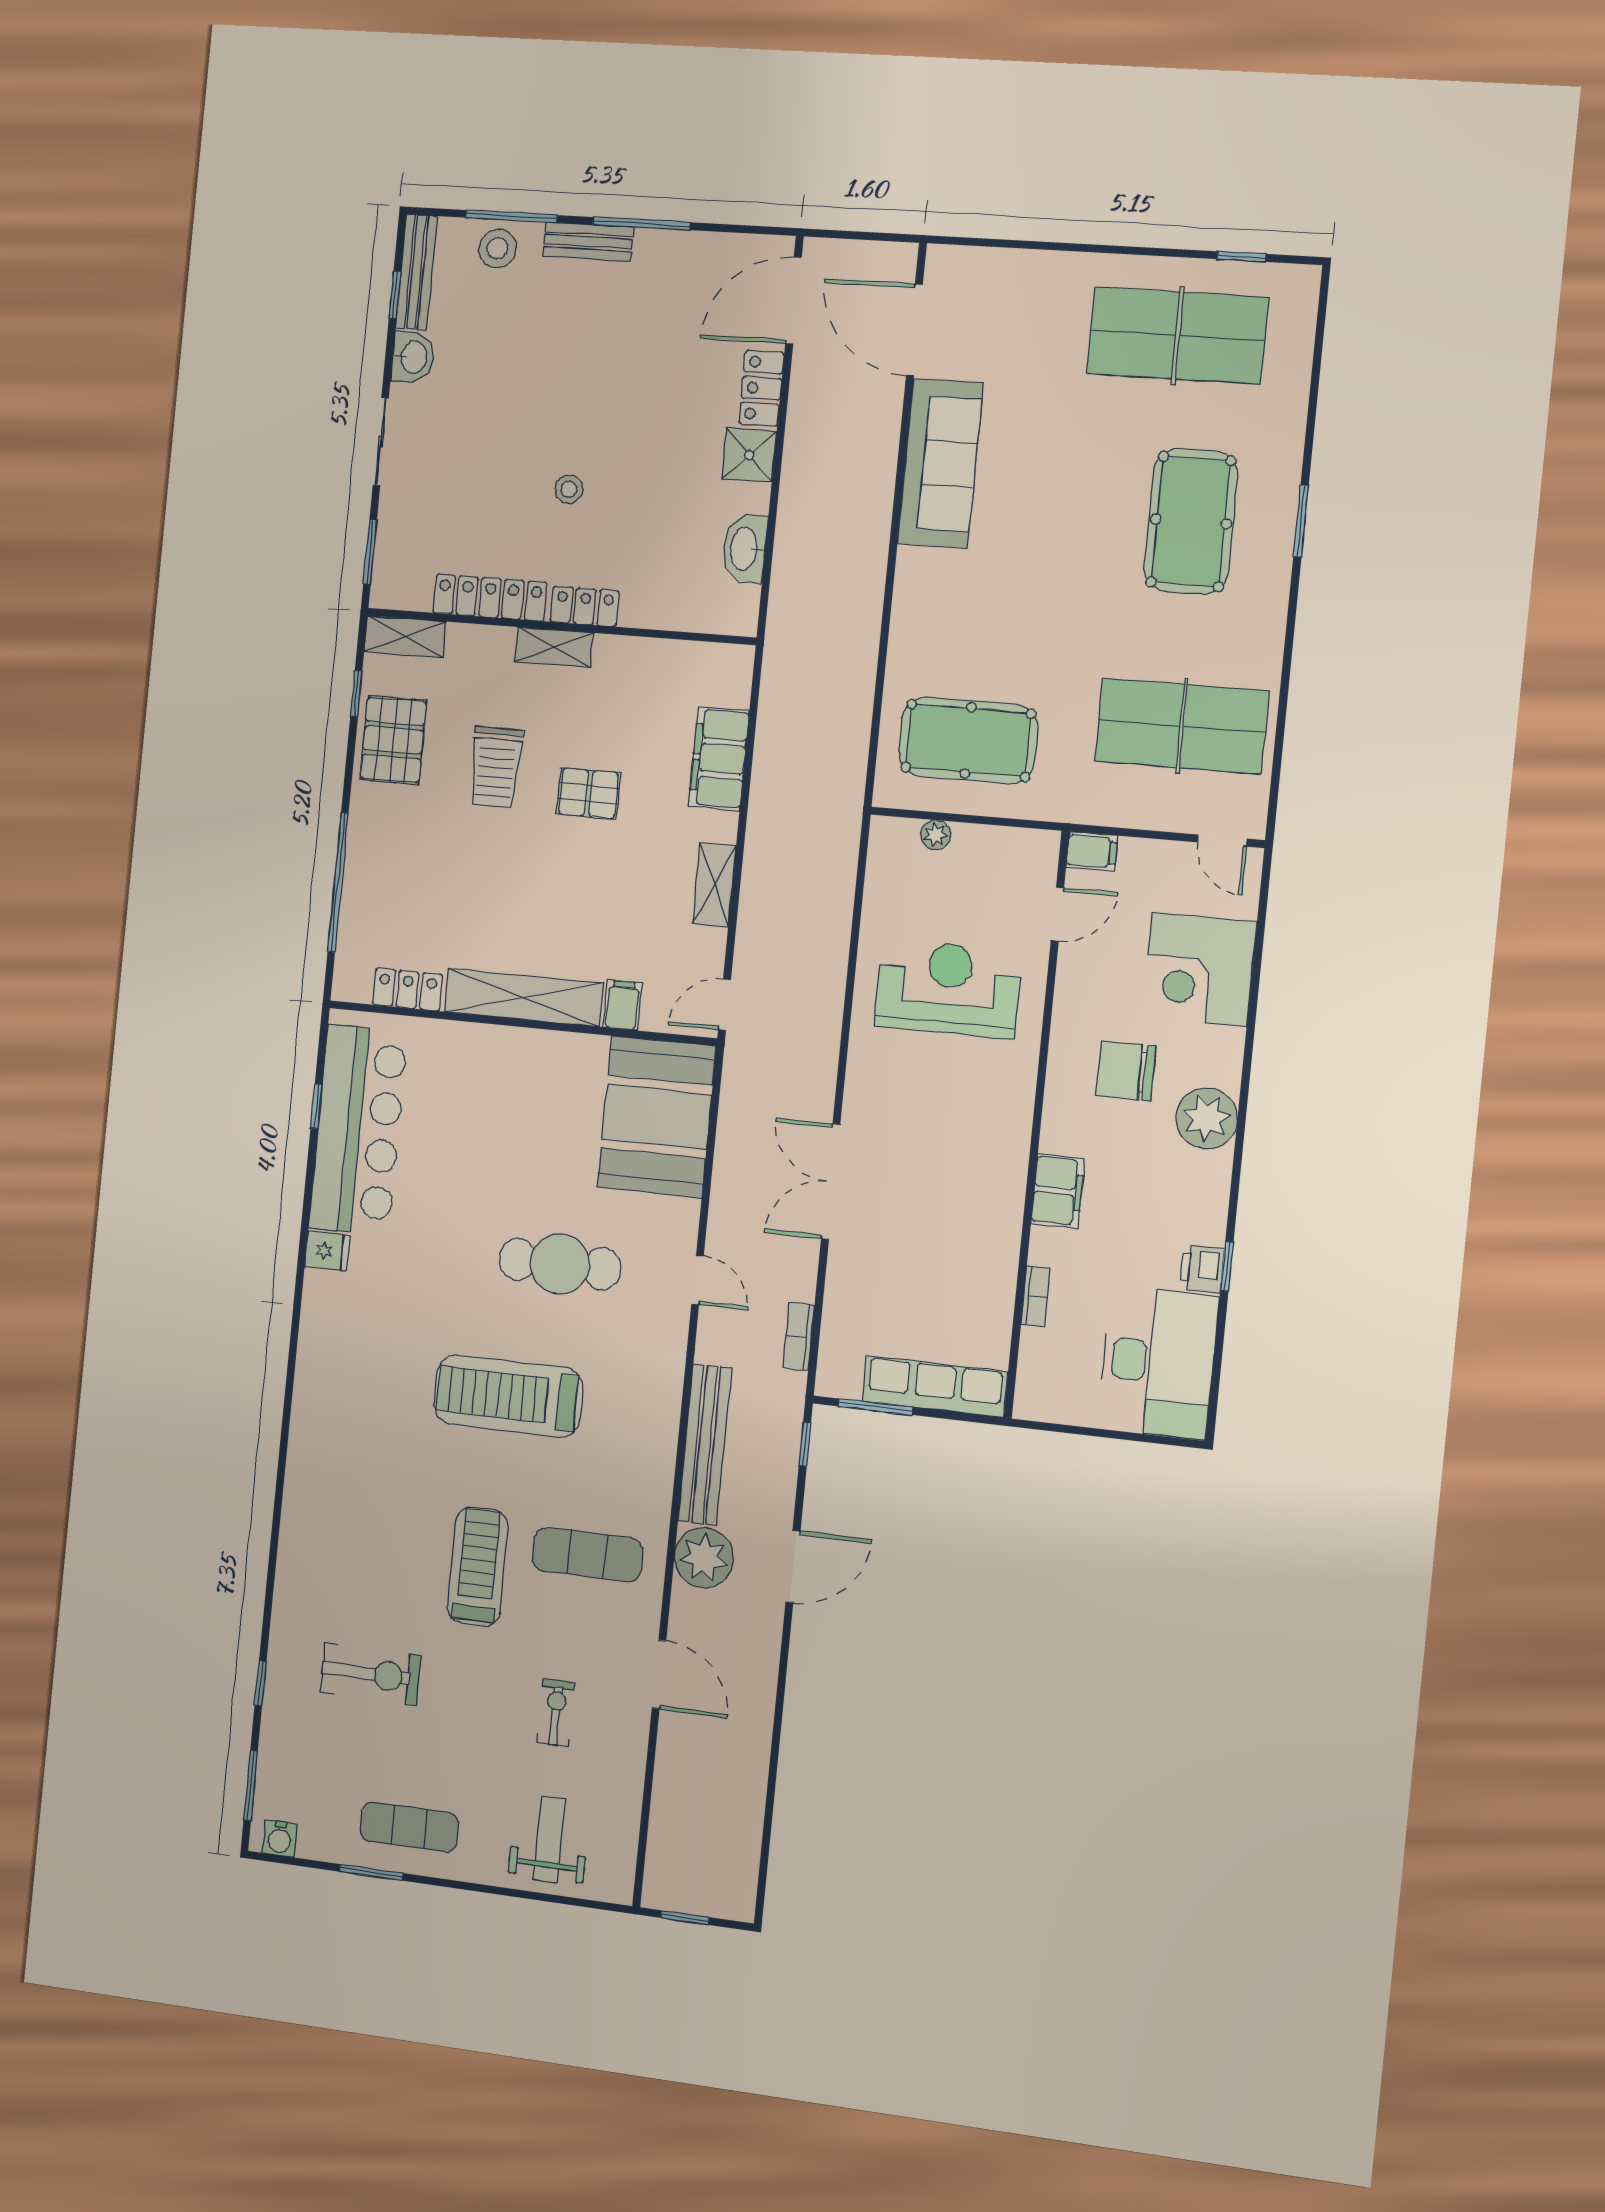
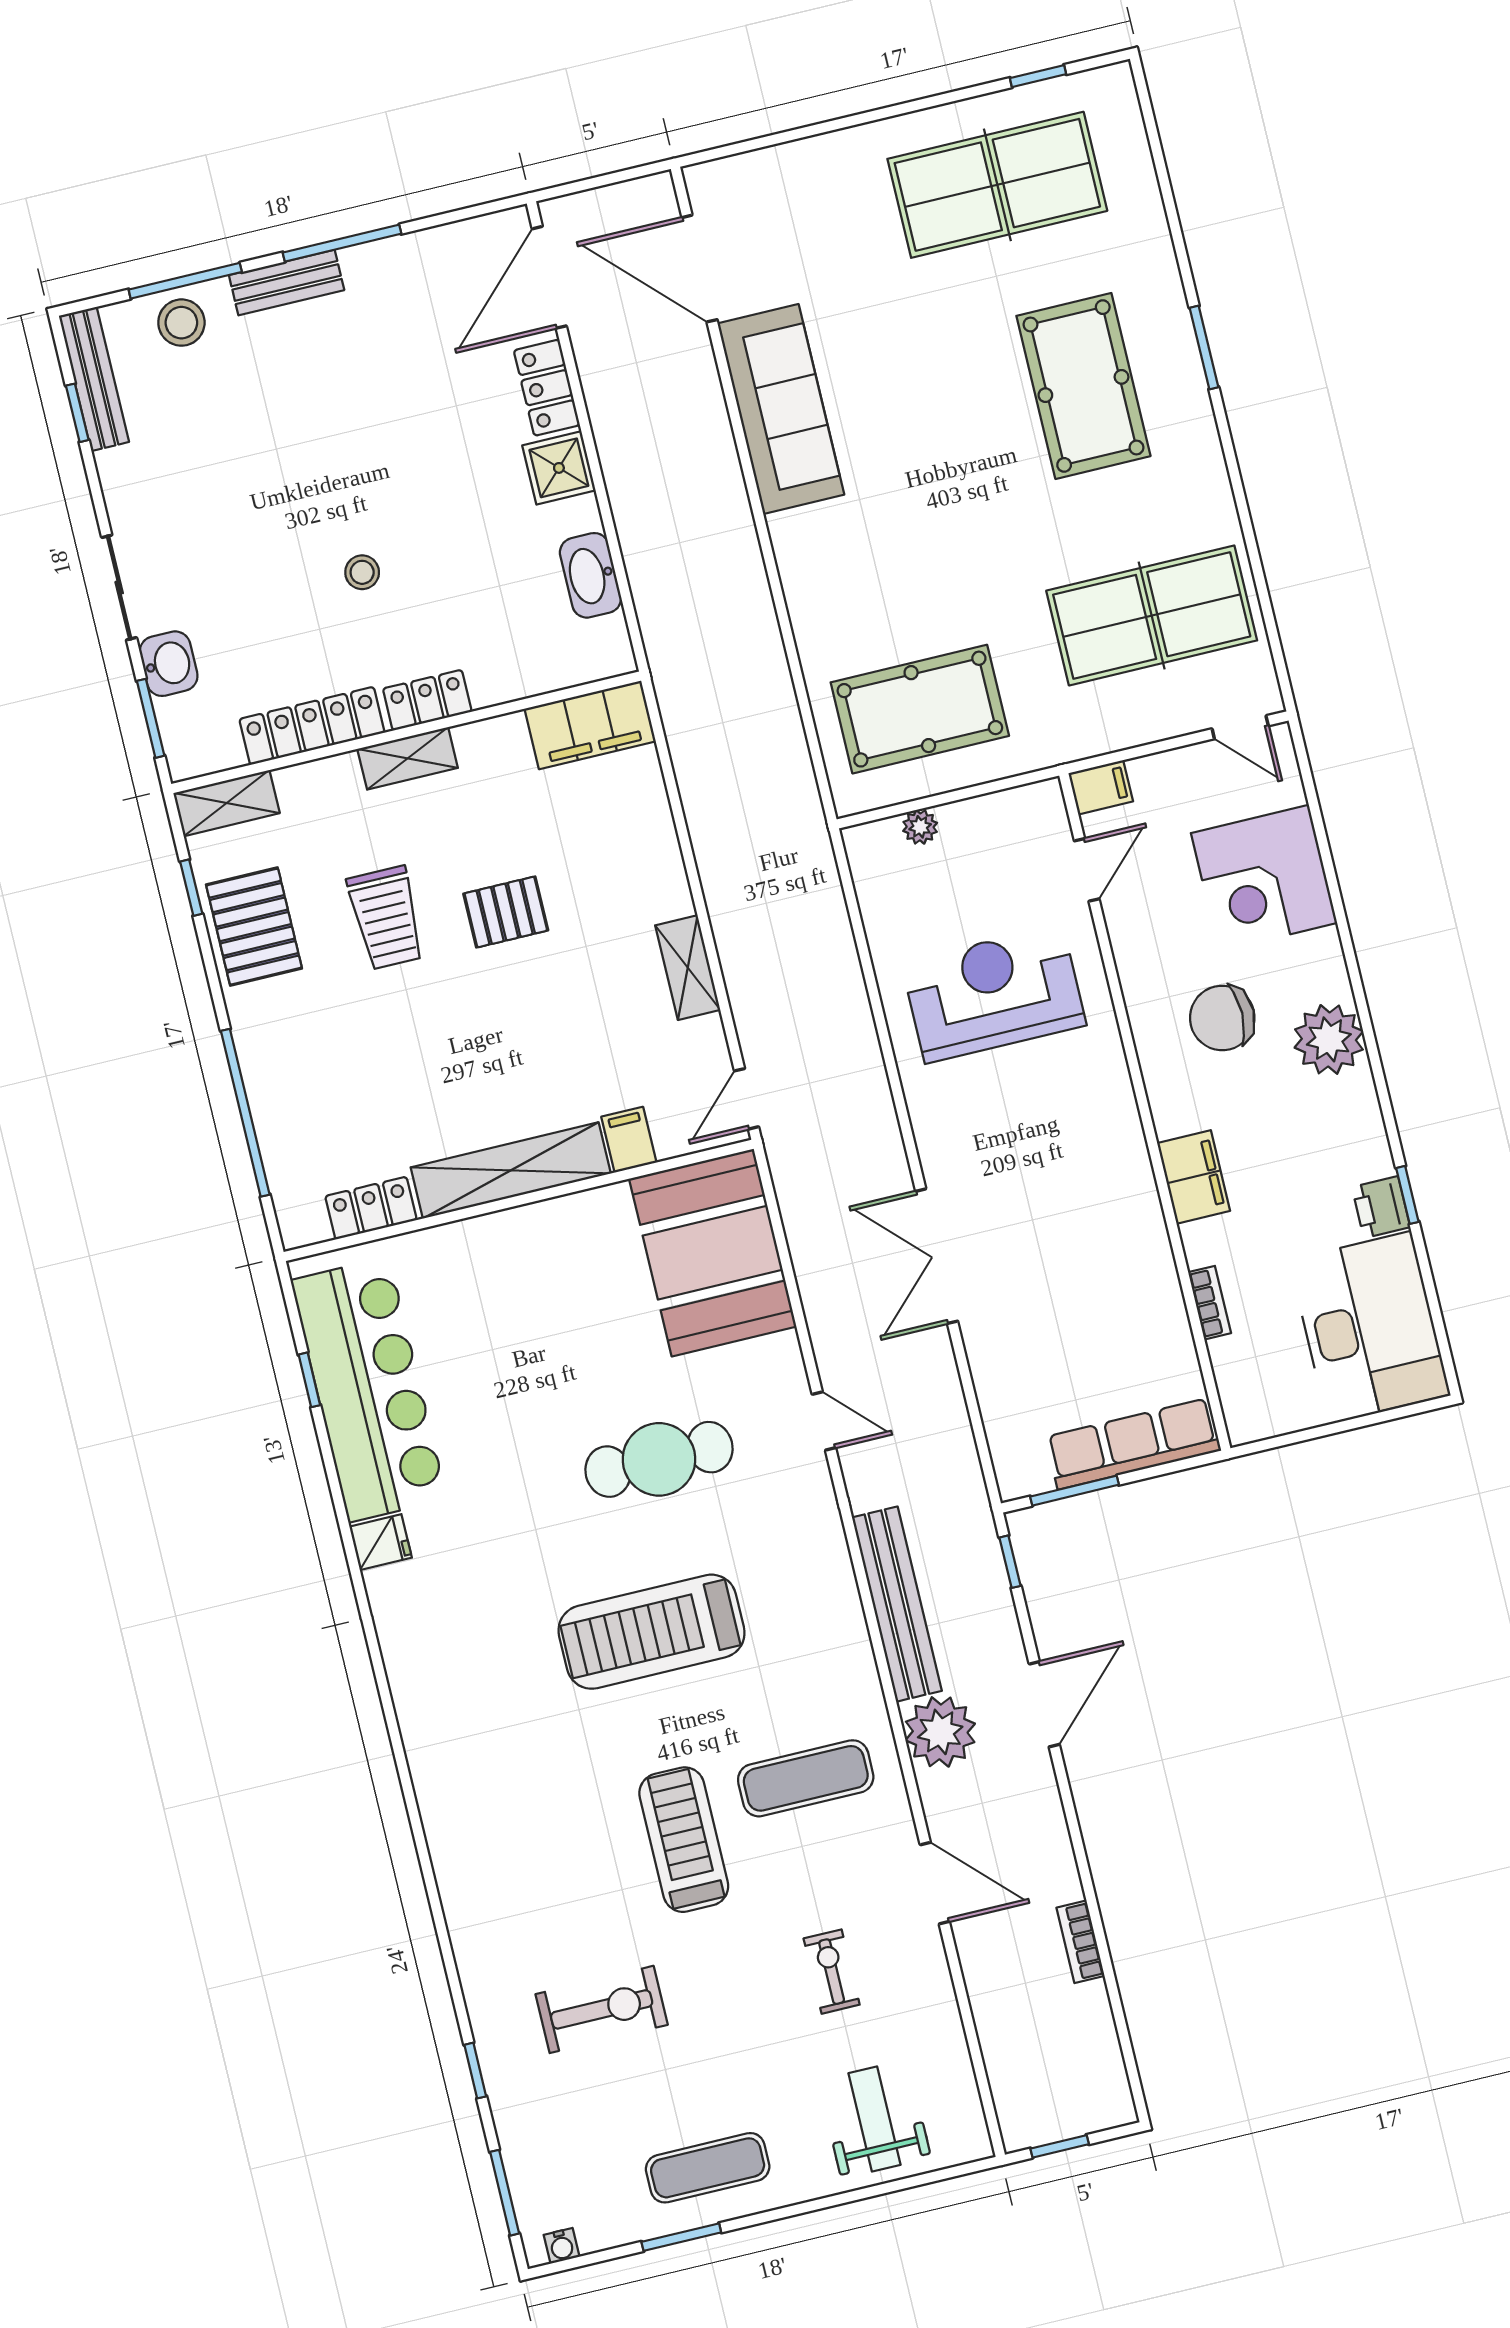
washbasin: (413, 357) -> (169, 664), moved
filing cabinet: (719, 758) -> (590, 725), moved, turned -90
bookcase: (799, 1337) -> (1081, 1942), moved
water cooler: (280, 1838) -> (562, 2246), width x0.72, depth x0.72

